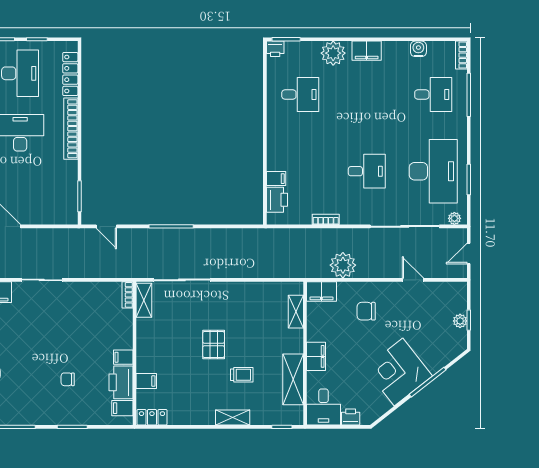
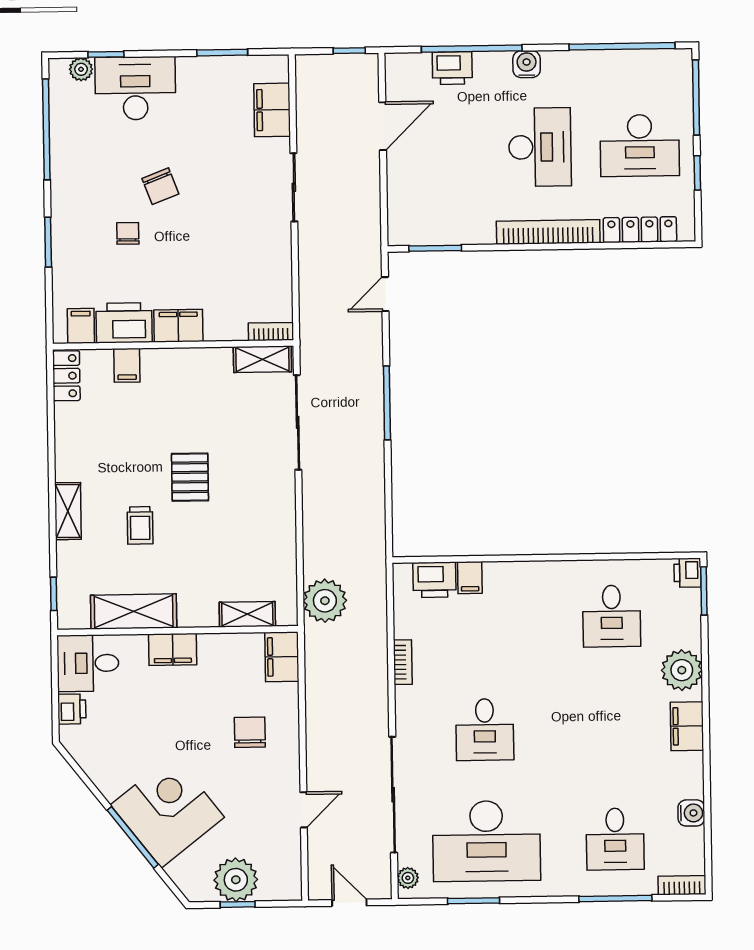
plant: (343, 265) -> (325, 601), moved
plant: (460, 321) -> (236, 880), width x1.87, depth x1.87
pallet: (214, 345) -> (190, 477), turned 90
filing cabinet: (123, 357) -> (178, 326), width x2.00
chair: (40, 359) -> (160, 186), added
corner desk: (398, 372) -> (167, 811), moved

